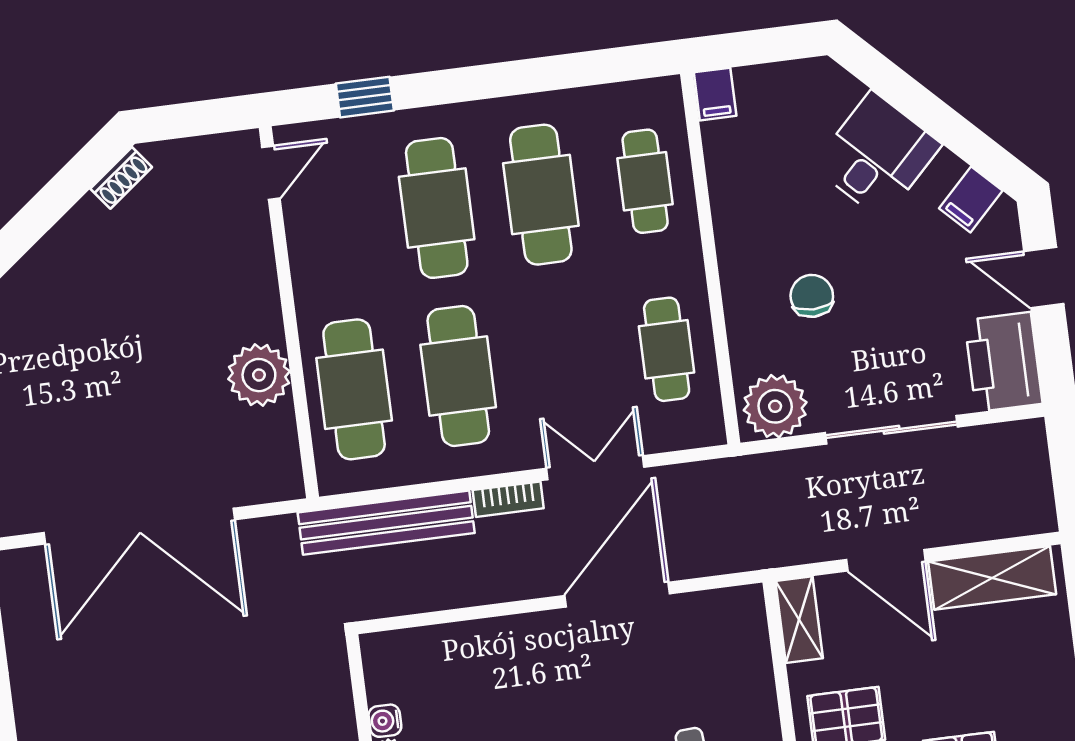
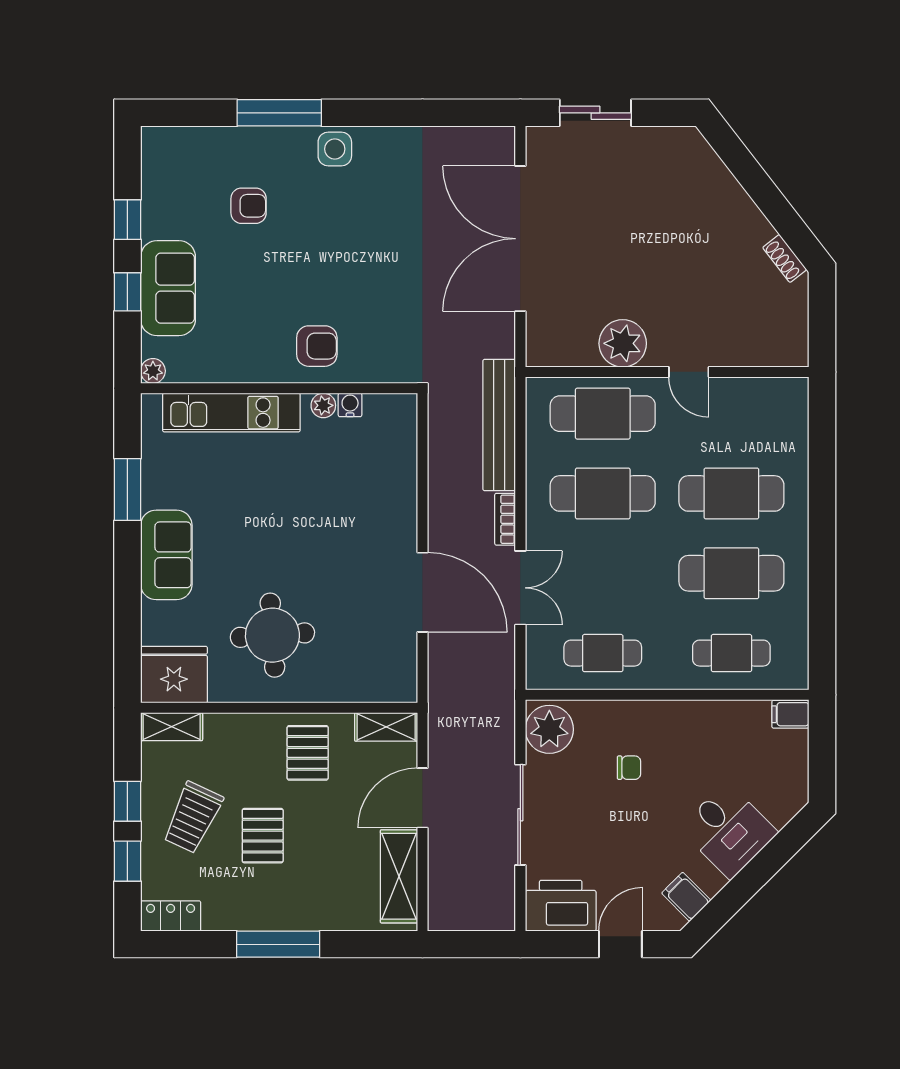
window: (365, 97) -> (822, 450), removed
door: (271, 173) -> (689, 372), moved
chair: (812, 296) -> (629, 768), width x0.73, depth x0.73

